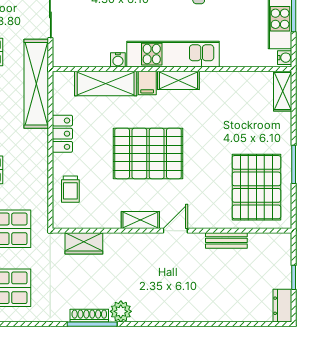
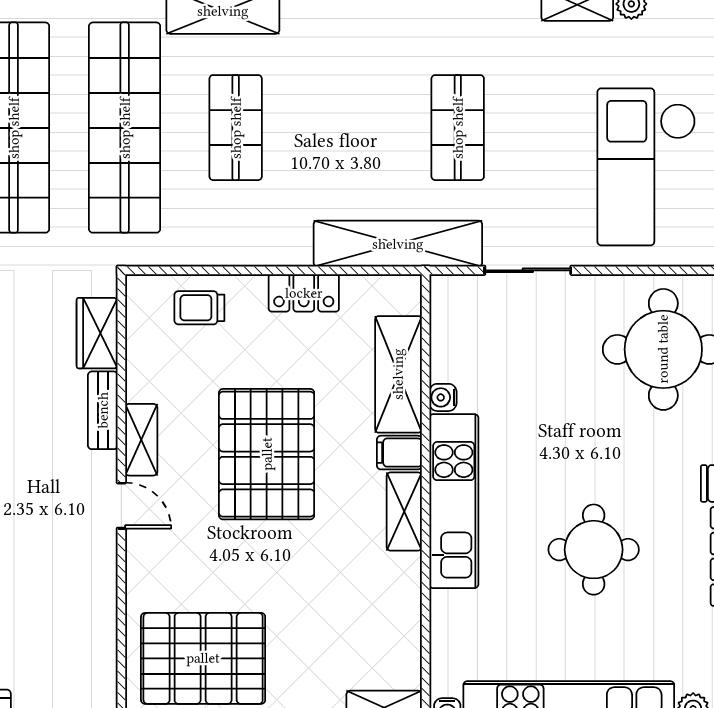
bench: (226, 240) -> (103, 410), moved

